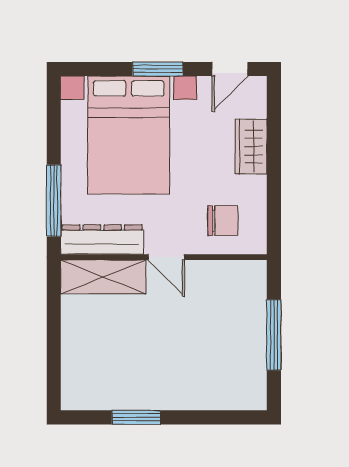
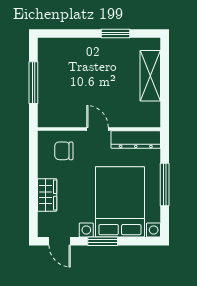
door: (230, 69) -> (60, 241), swing flipped
window: (54, 201) -> (165, 185), moved
shelving: (103, 277) -> (150, 76), moved, turned 90

